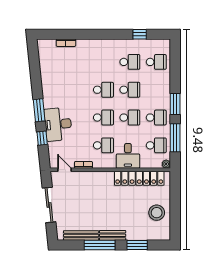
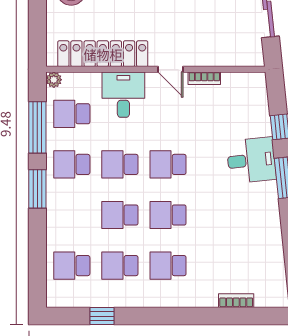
desk: (58, 124) -> (251, 160), width x0.73
school desk: (103, 145) -> (168, 266), moved
door: (64, 170) -> (171, 69), moved

